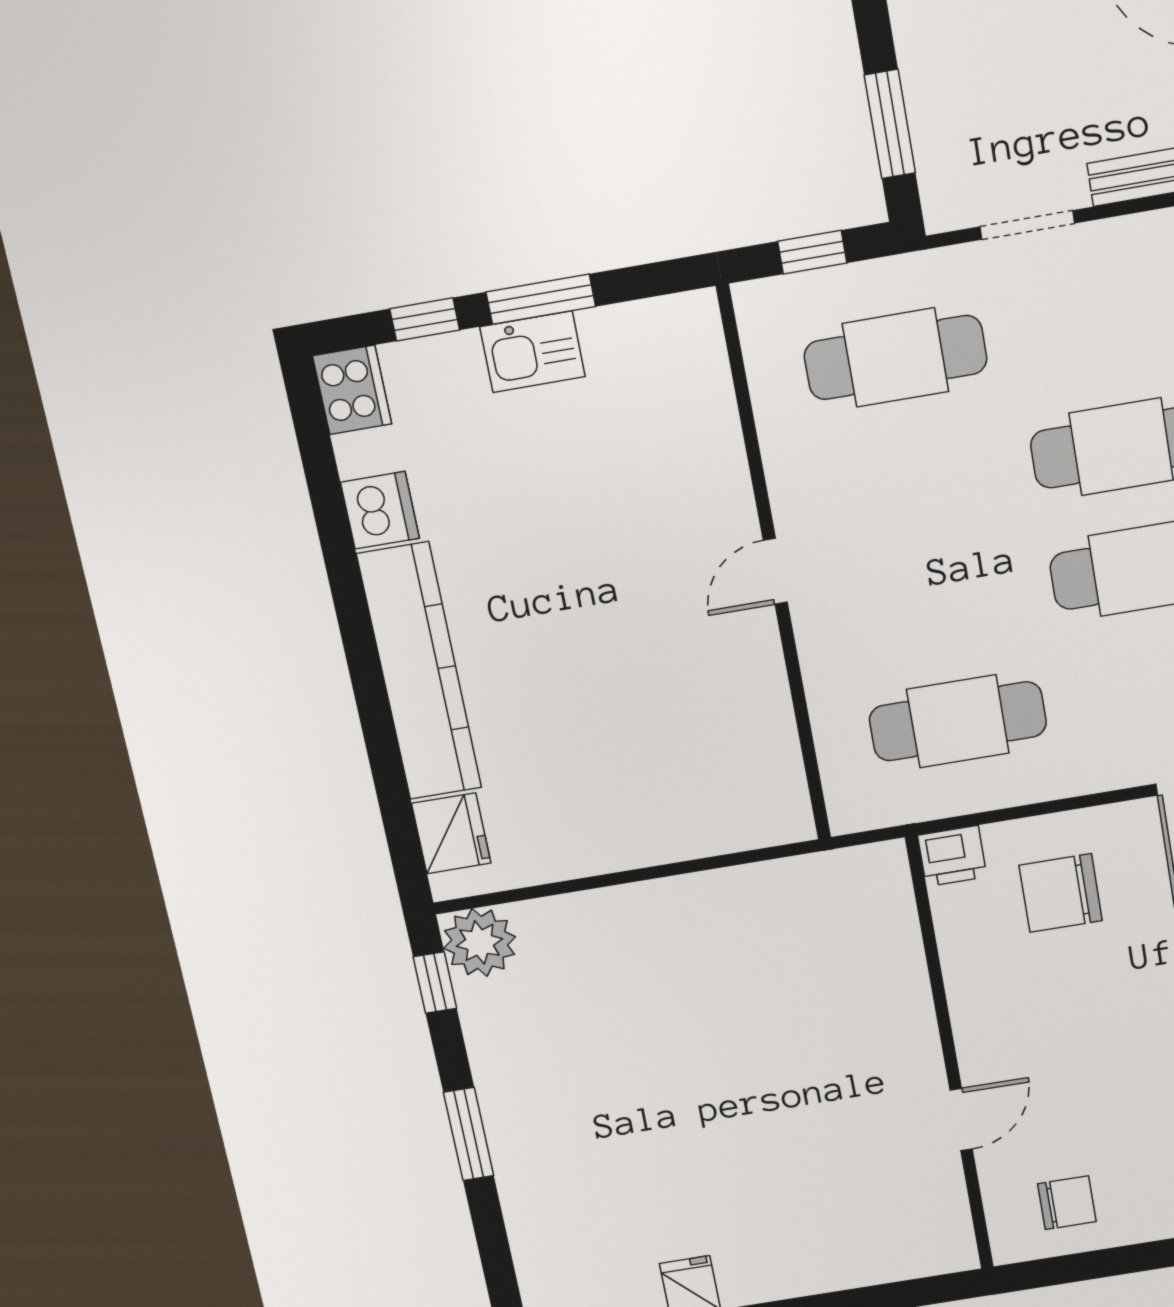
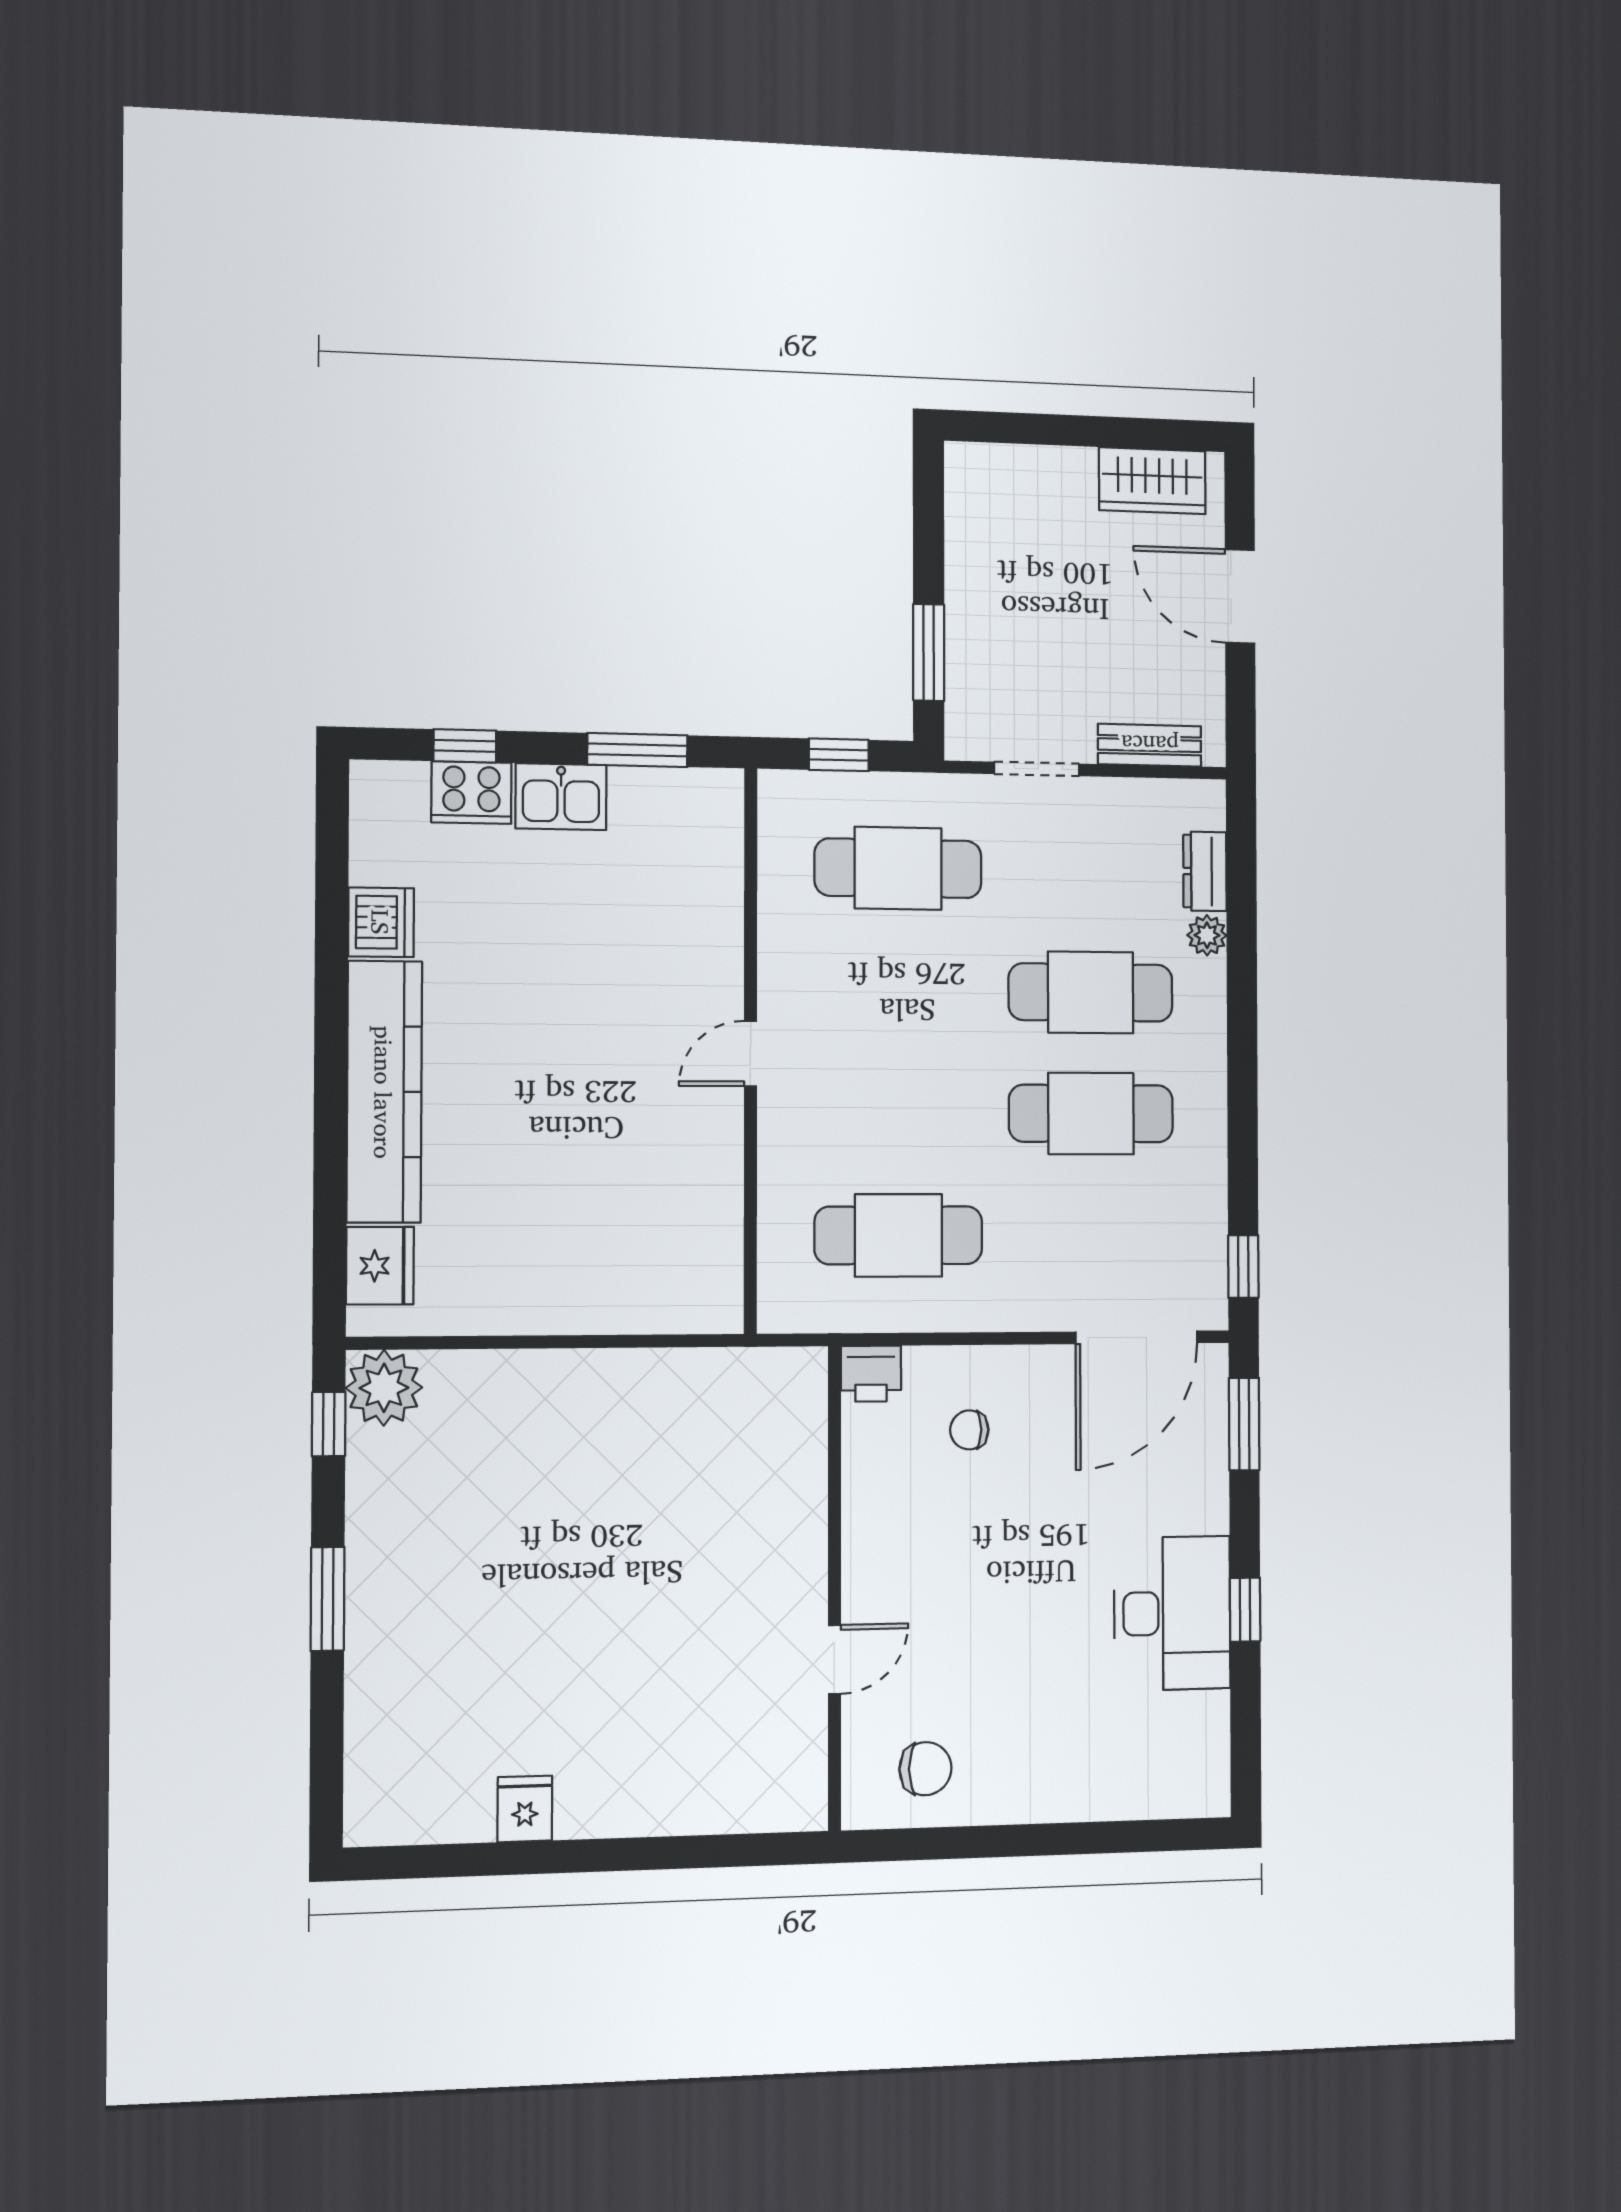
window: (541, 299) -> (637, 750), moved
cooker: (352, 390) -> (471, 793), moved, turned 90
chair: (1061, 893) -> (969, 1430), width x0.54, depth x0.54

